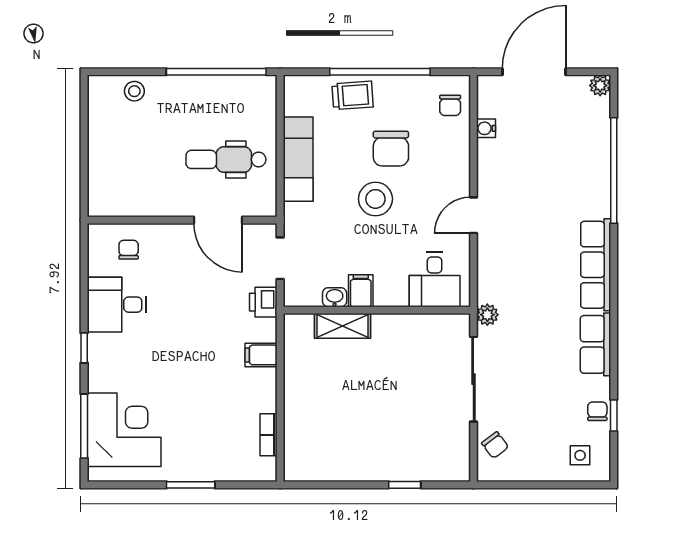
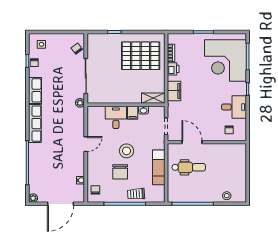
chair: (391, 149) -> (120, 172), turned 180
desk: (435, 280) -> (116, 117), moved
printer: (263, 302) -> (173, 69), moved
shelving: (343, 326) -> (153, 98), moved
filing cabinet: (261, 355) -> (174, 91), width x2.00
pallet: (341, 428) -> (141, 56), added
corner desk: (124, 430) -> (225, 60), width x1.36, depth x1.36

